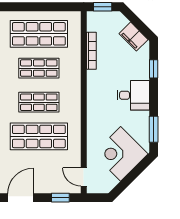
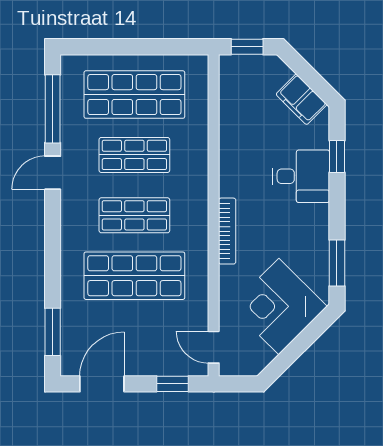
bookcase: (91, 51) -> (227, 231), moved
desk: (133, 95) -> (301, 176), moved

